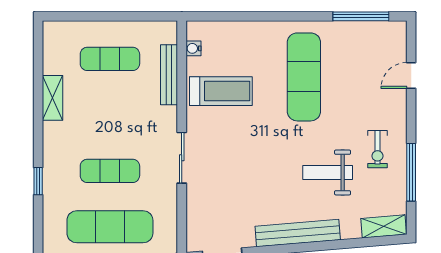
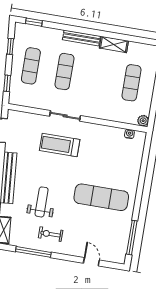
plant: (168, 30) -> (143, 121), added
bench: (169, 75) -> (81, 38), moved
treadmill: (221, 91) -> (60, 145), moved, turned 90
window: (38, 181) -> (34, 22), moved
exercise mat: (110, 227) -> (31, 66), width x0.73, depth x0.69

